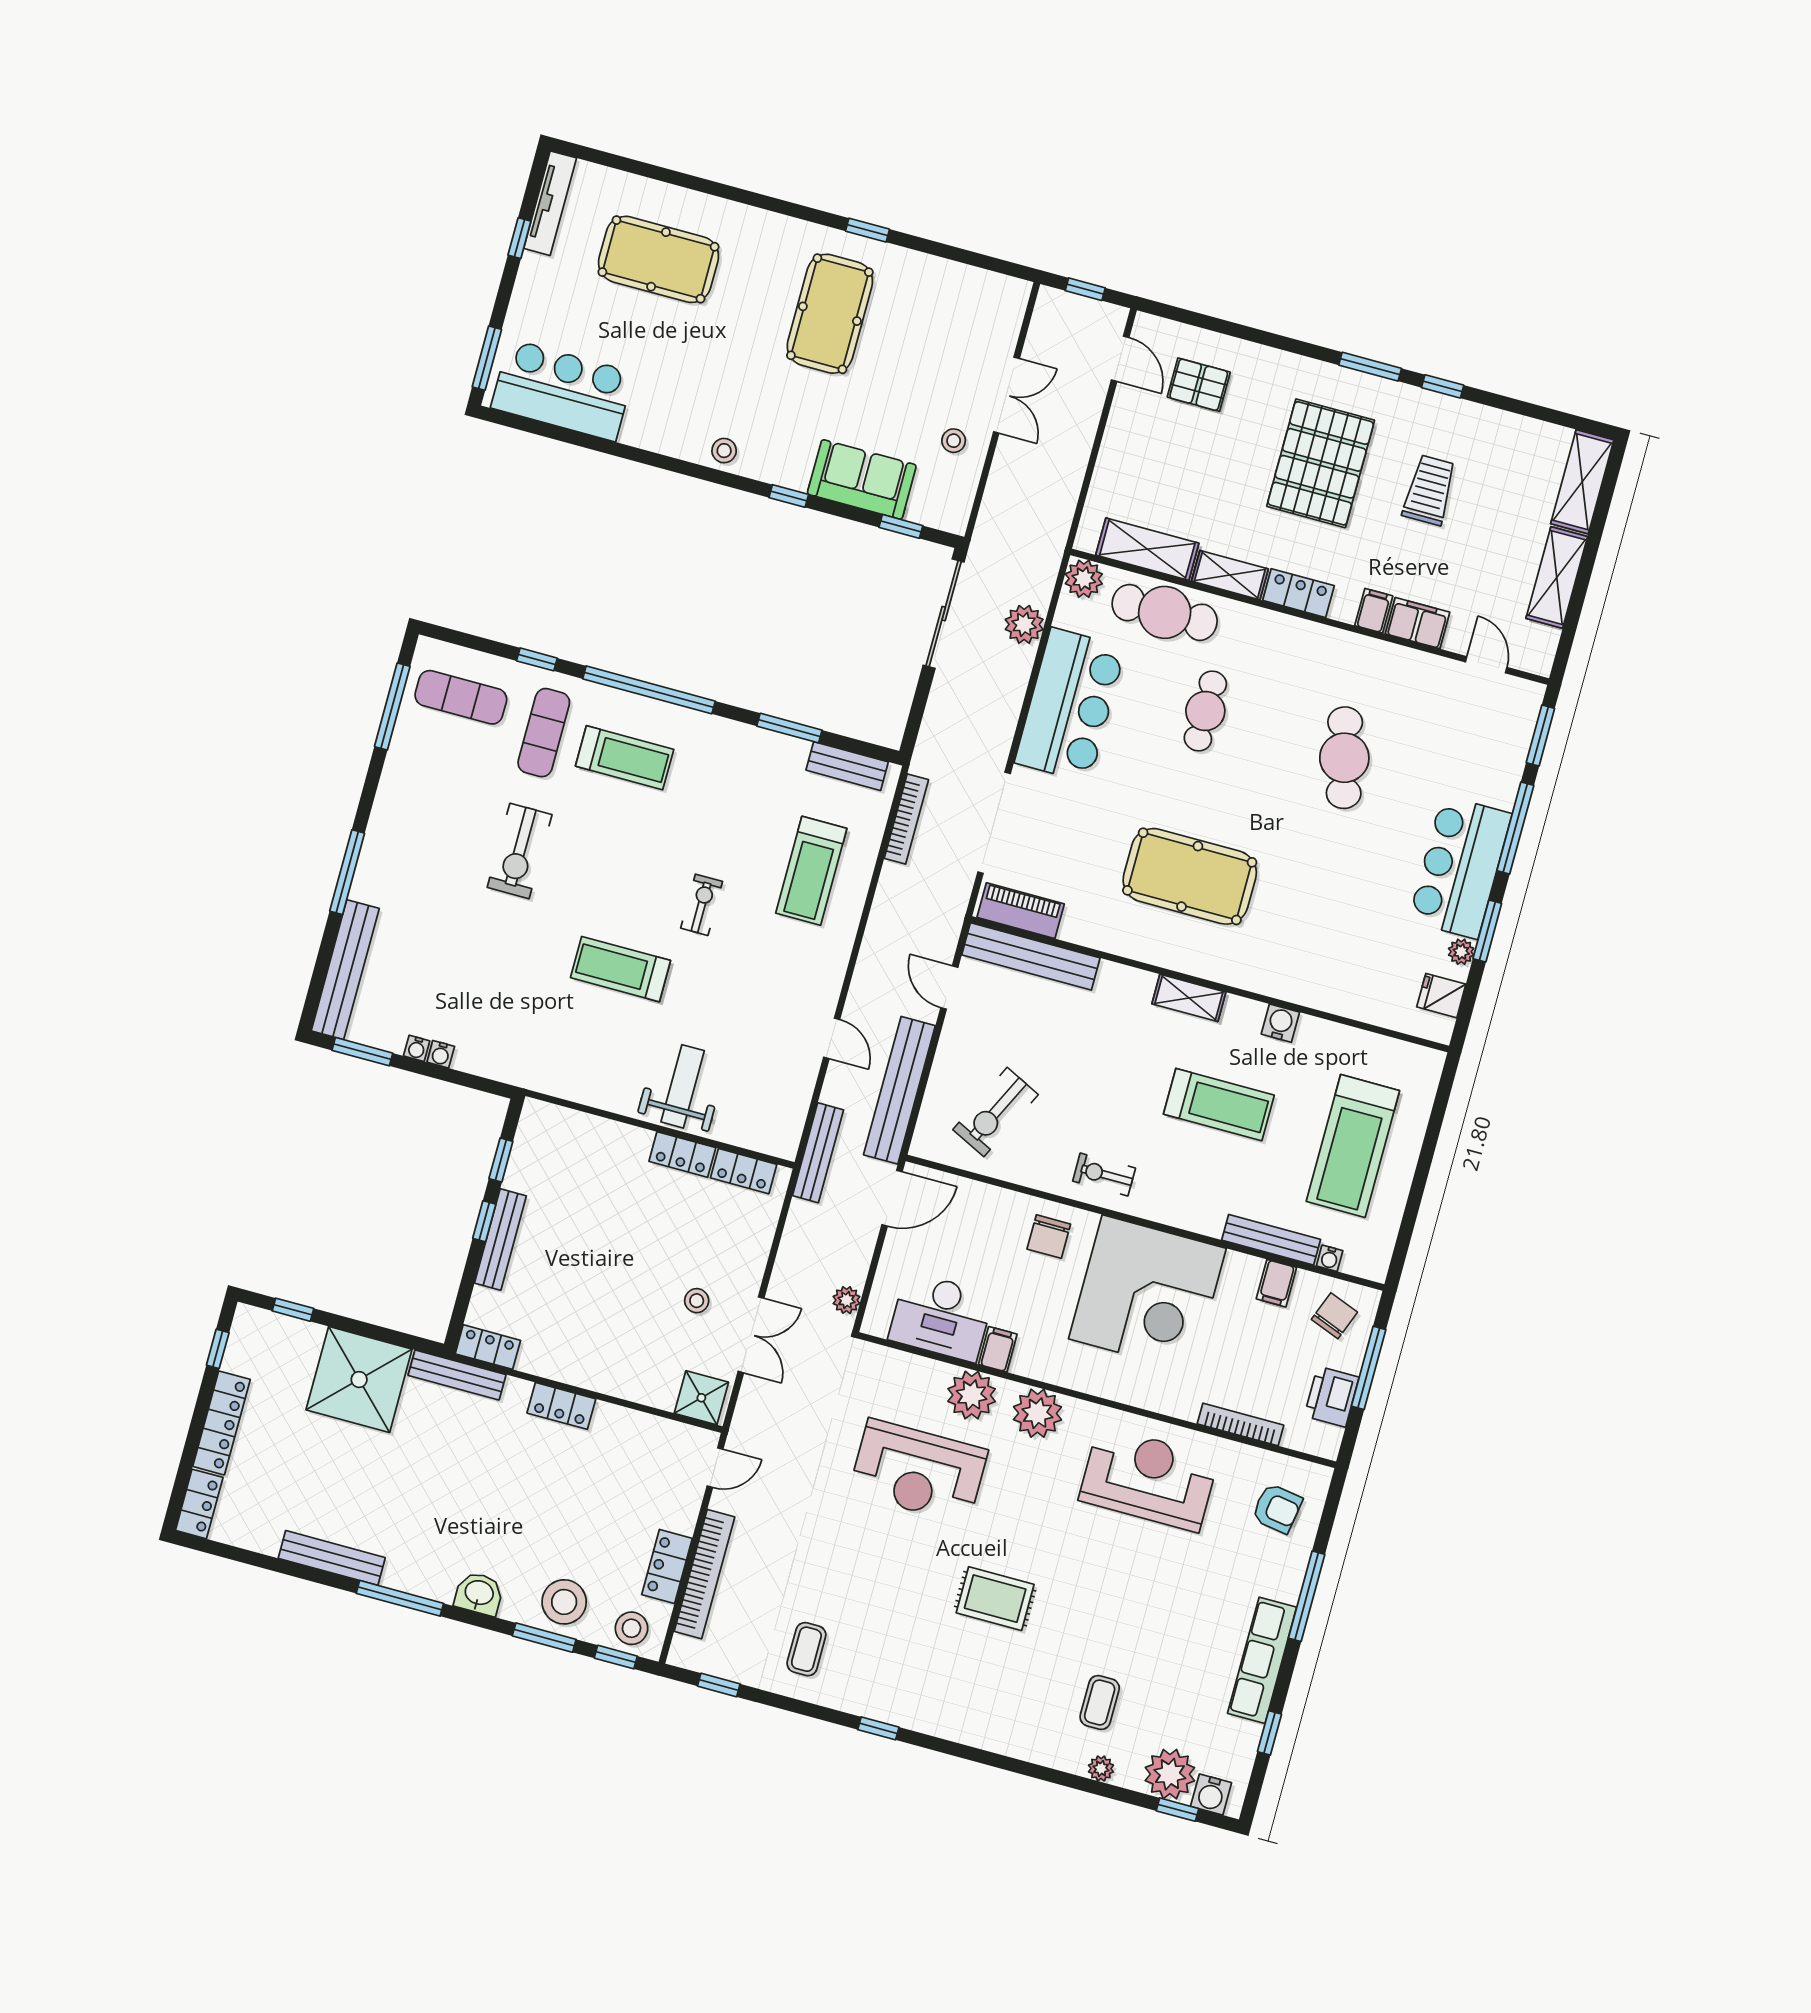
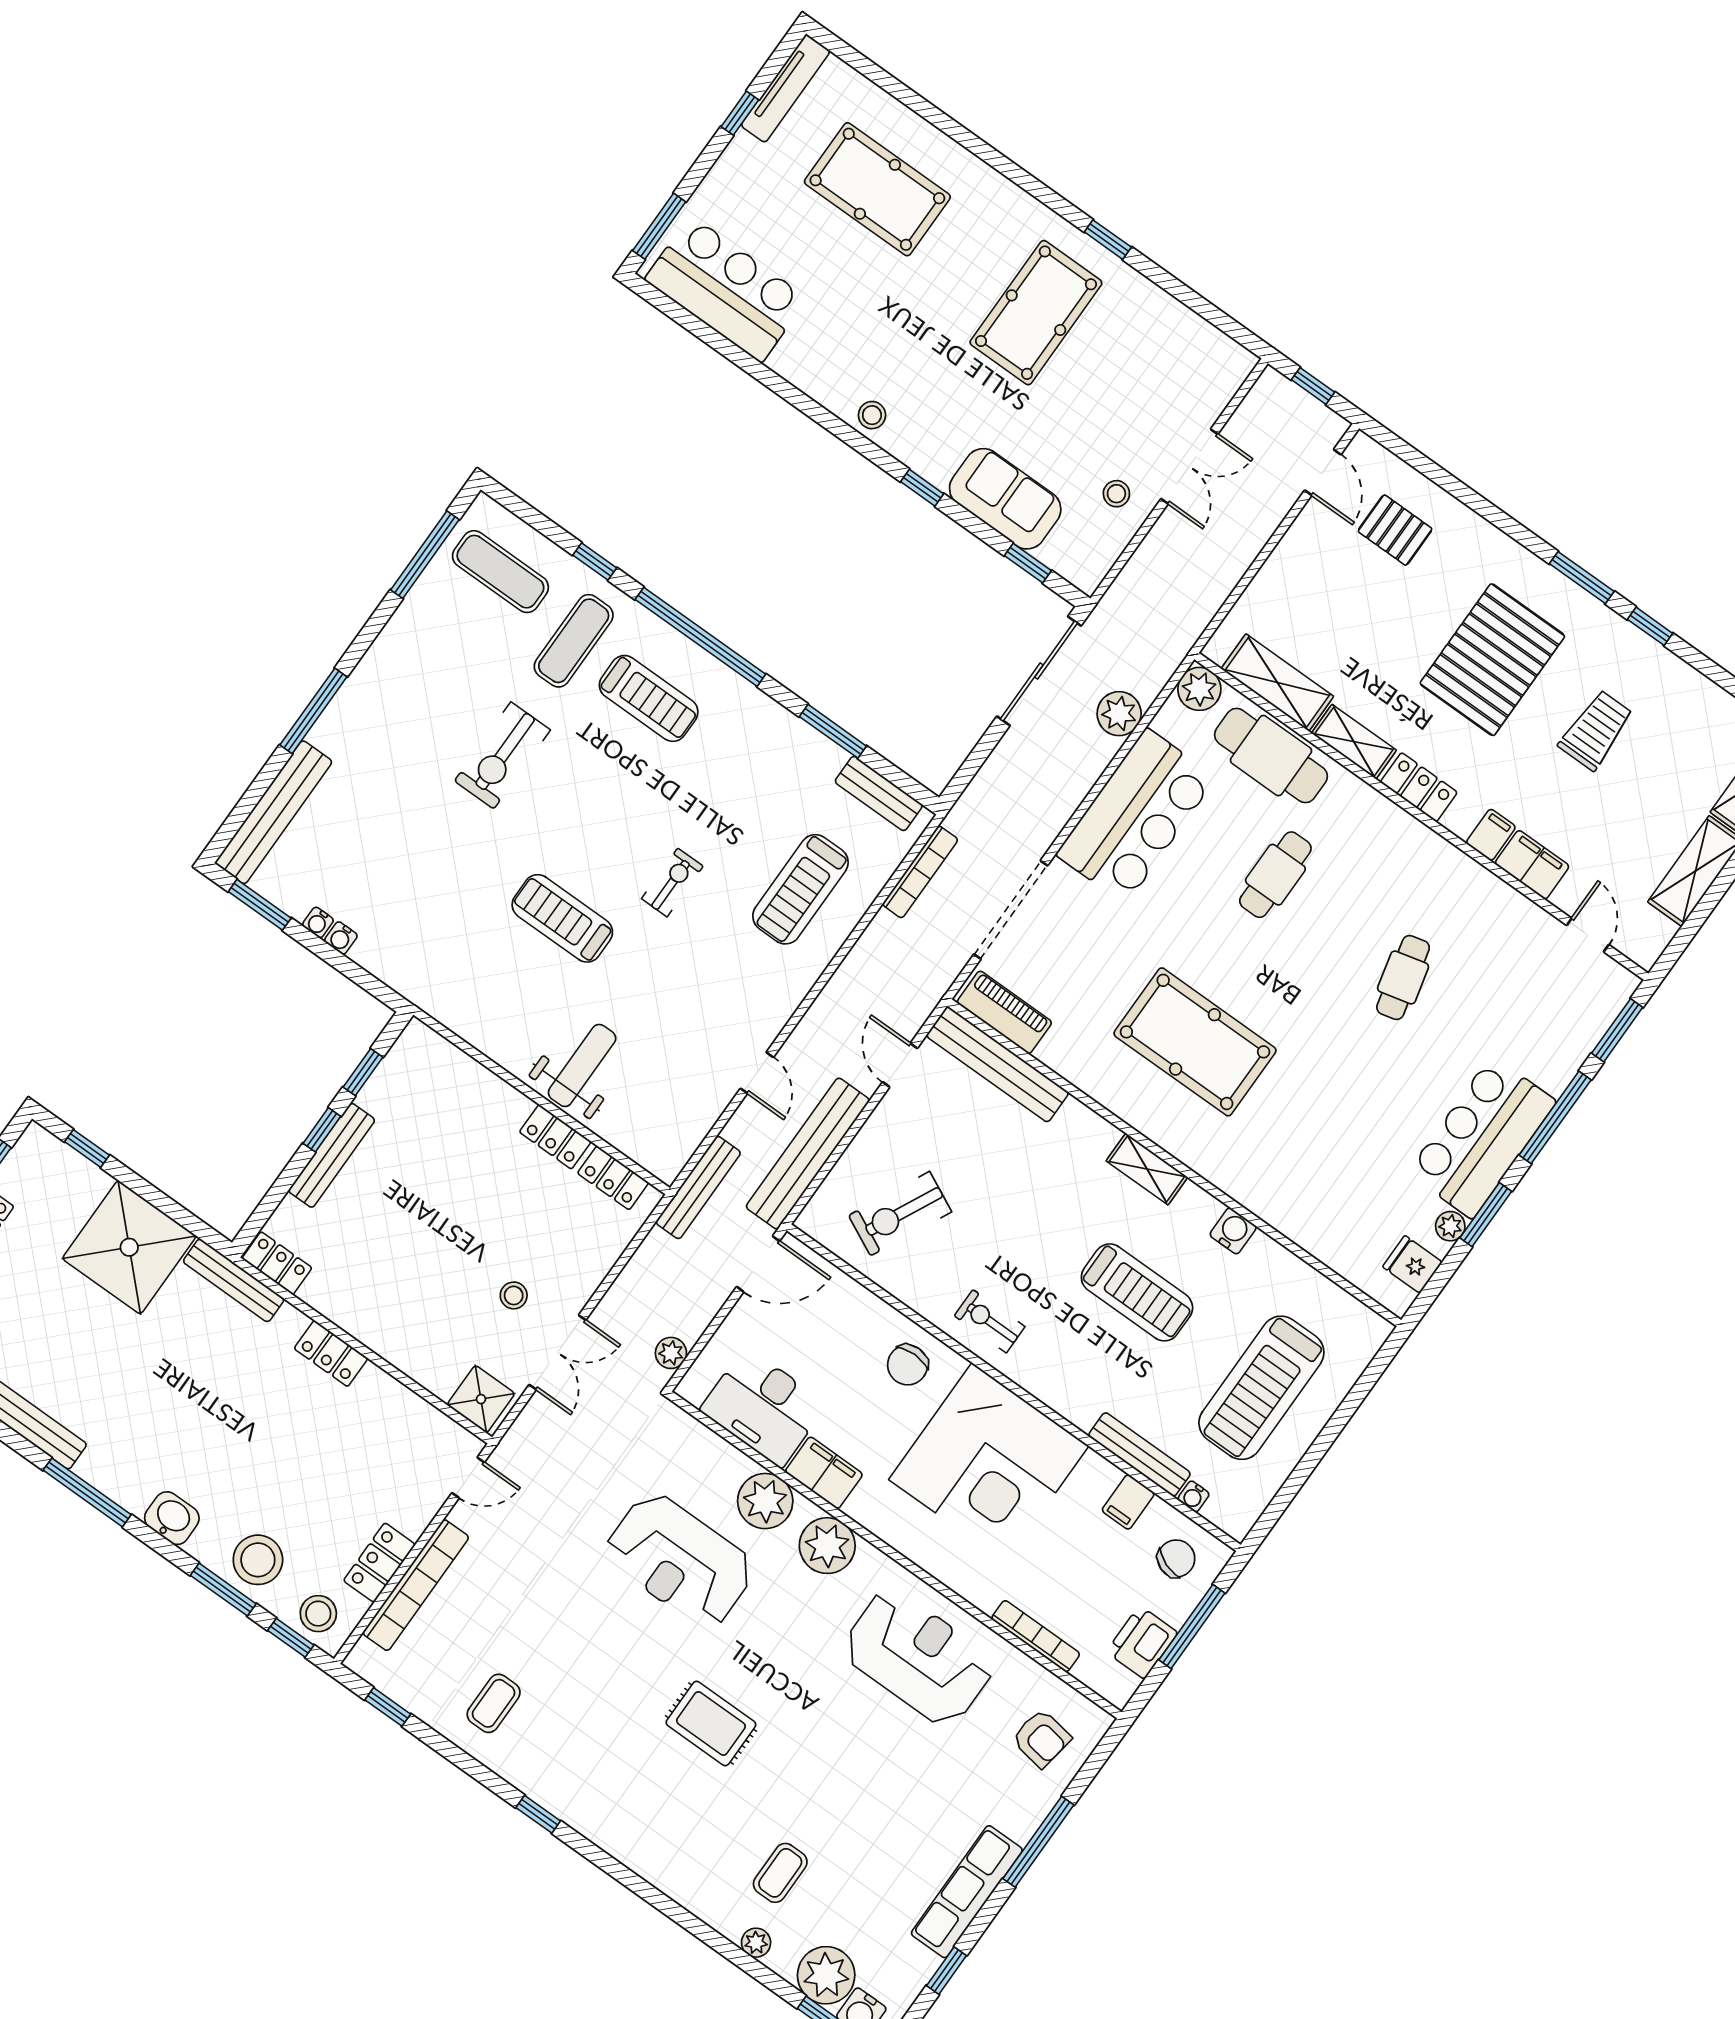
cafe table: (1344, 758) -> (1403, 977), width x0.73, depth x0.74
filing cabinet: (998, 1349) -> (824, 1473), width x2.00

